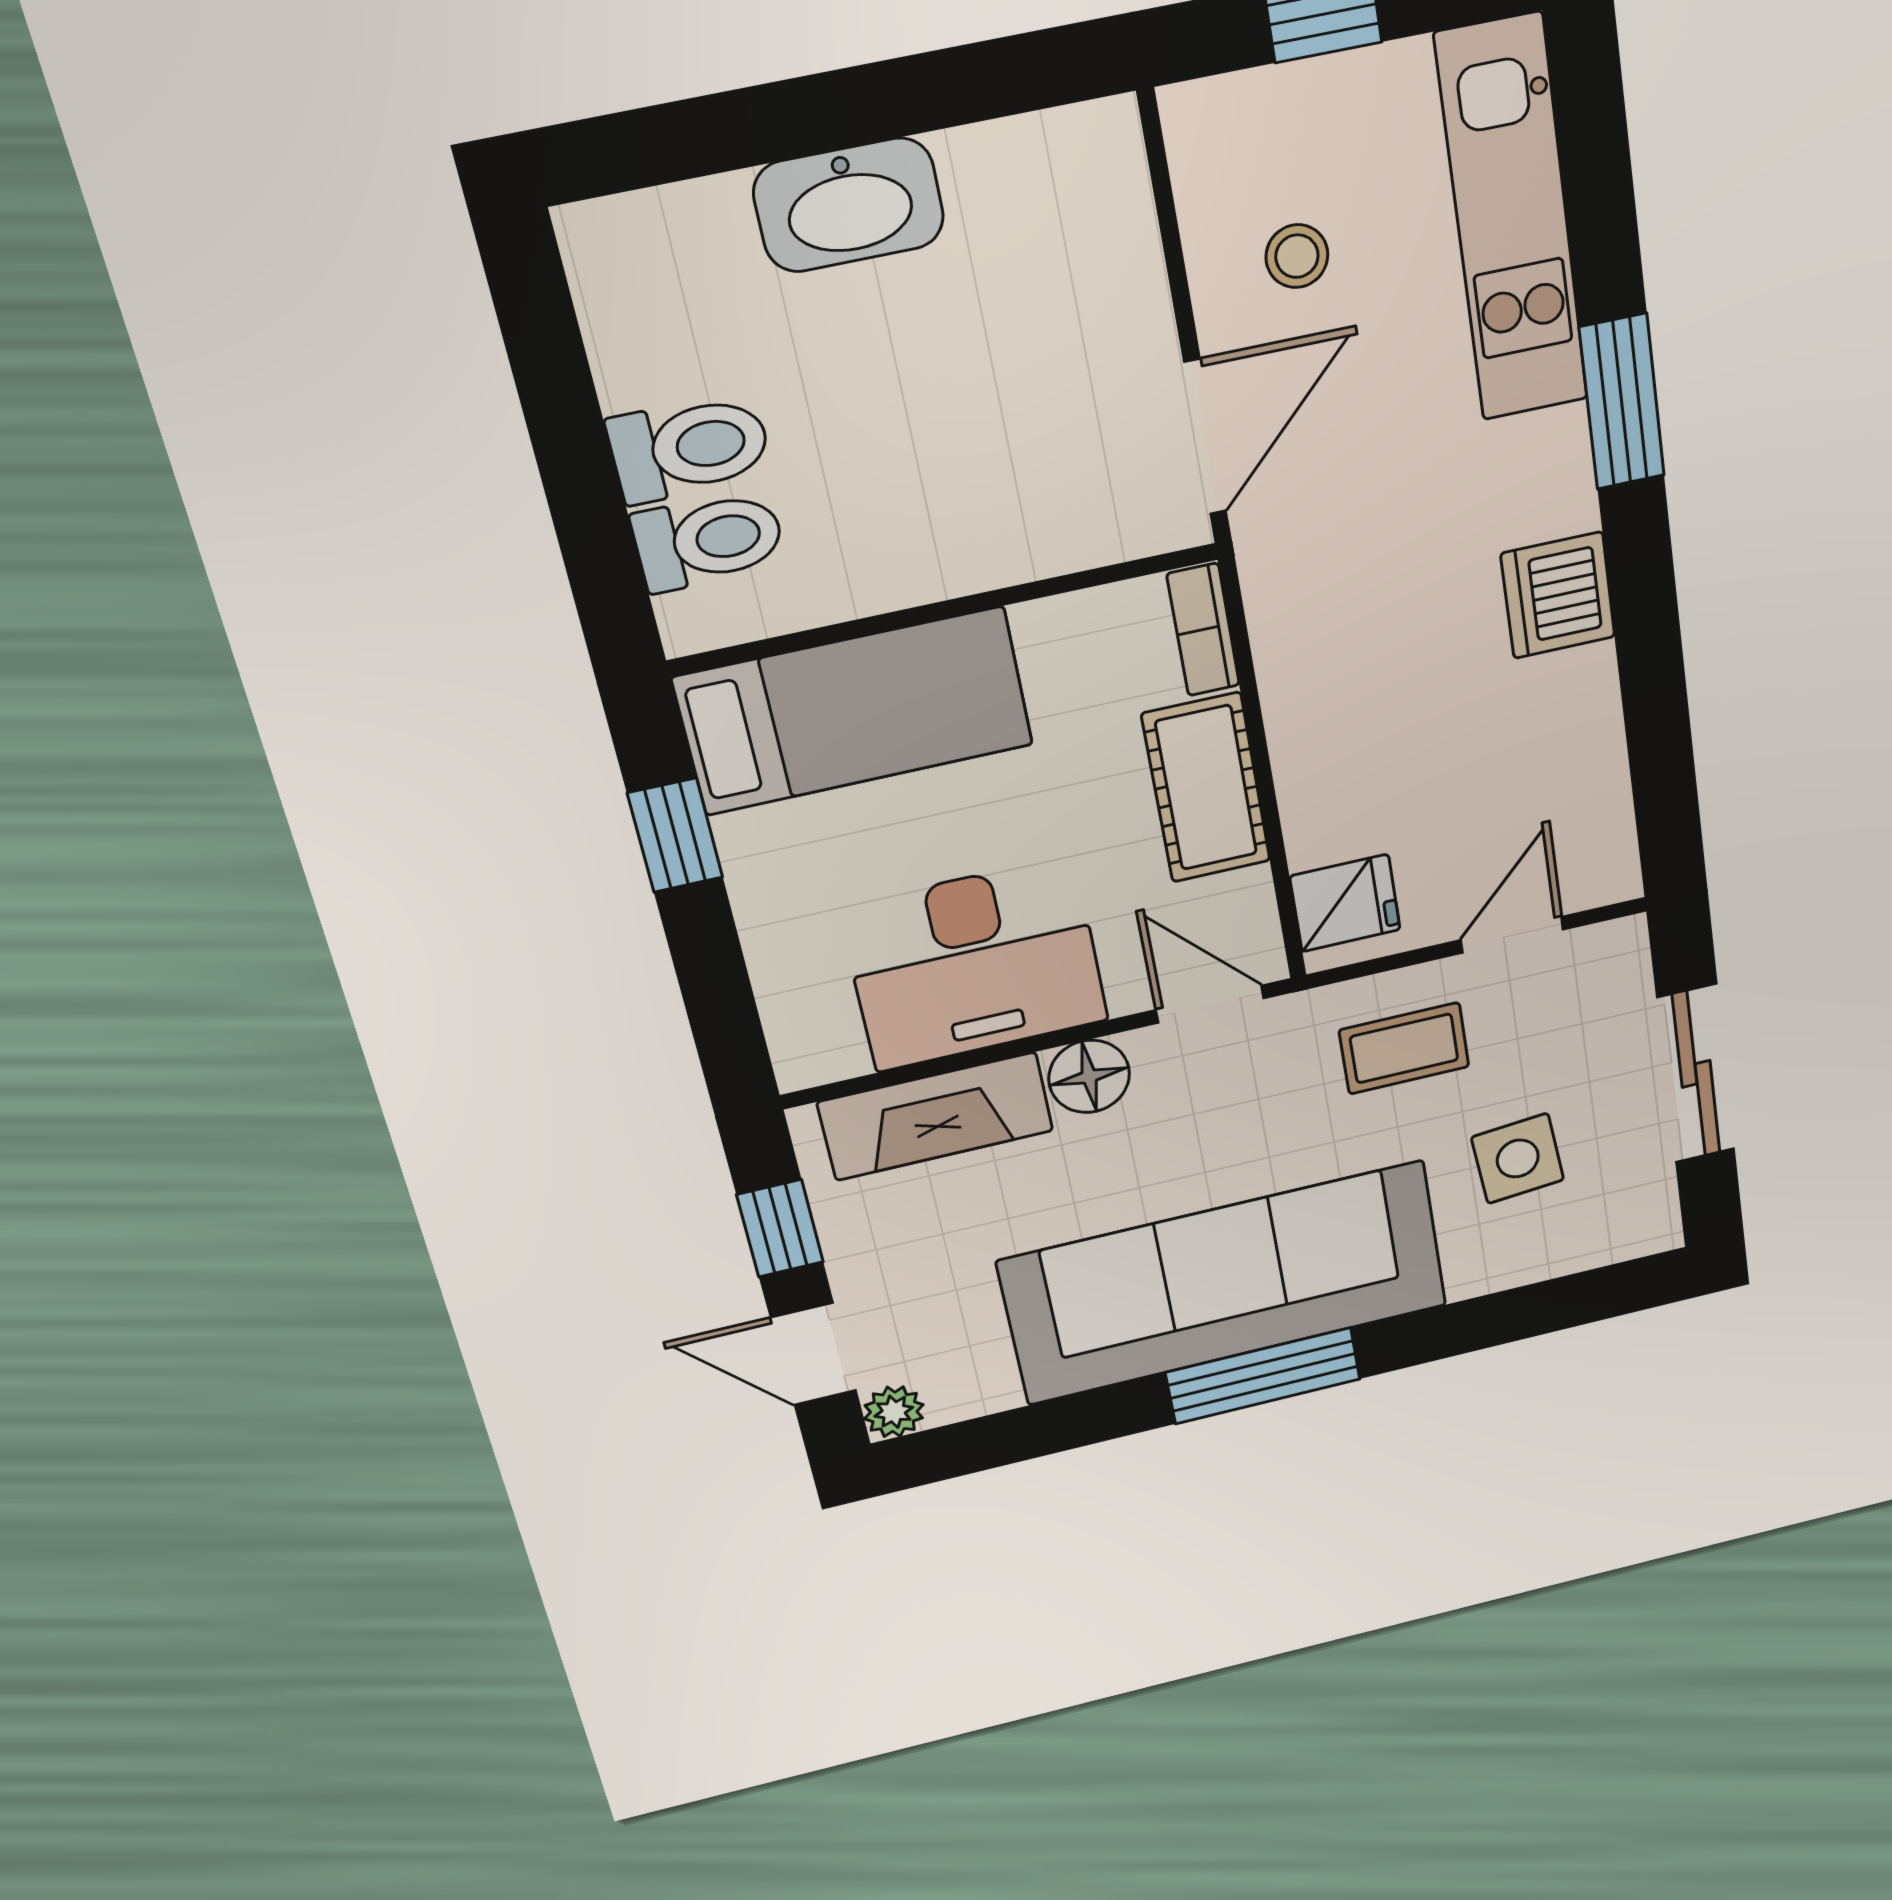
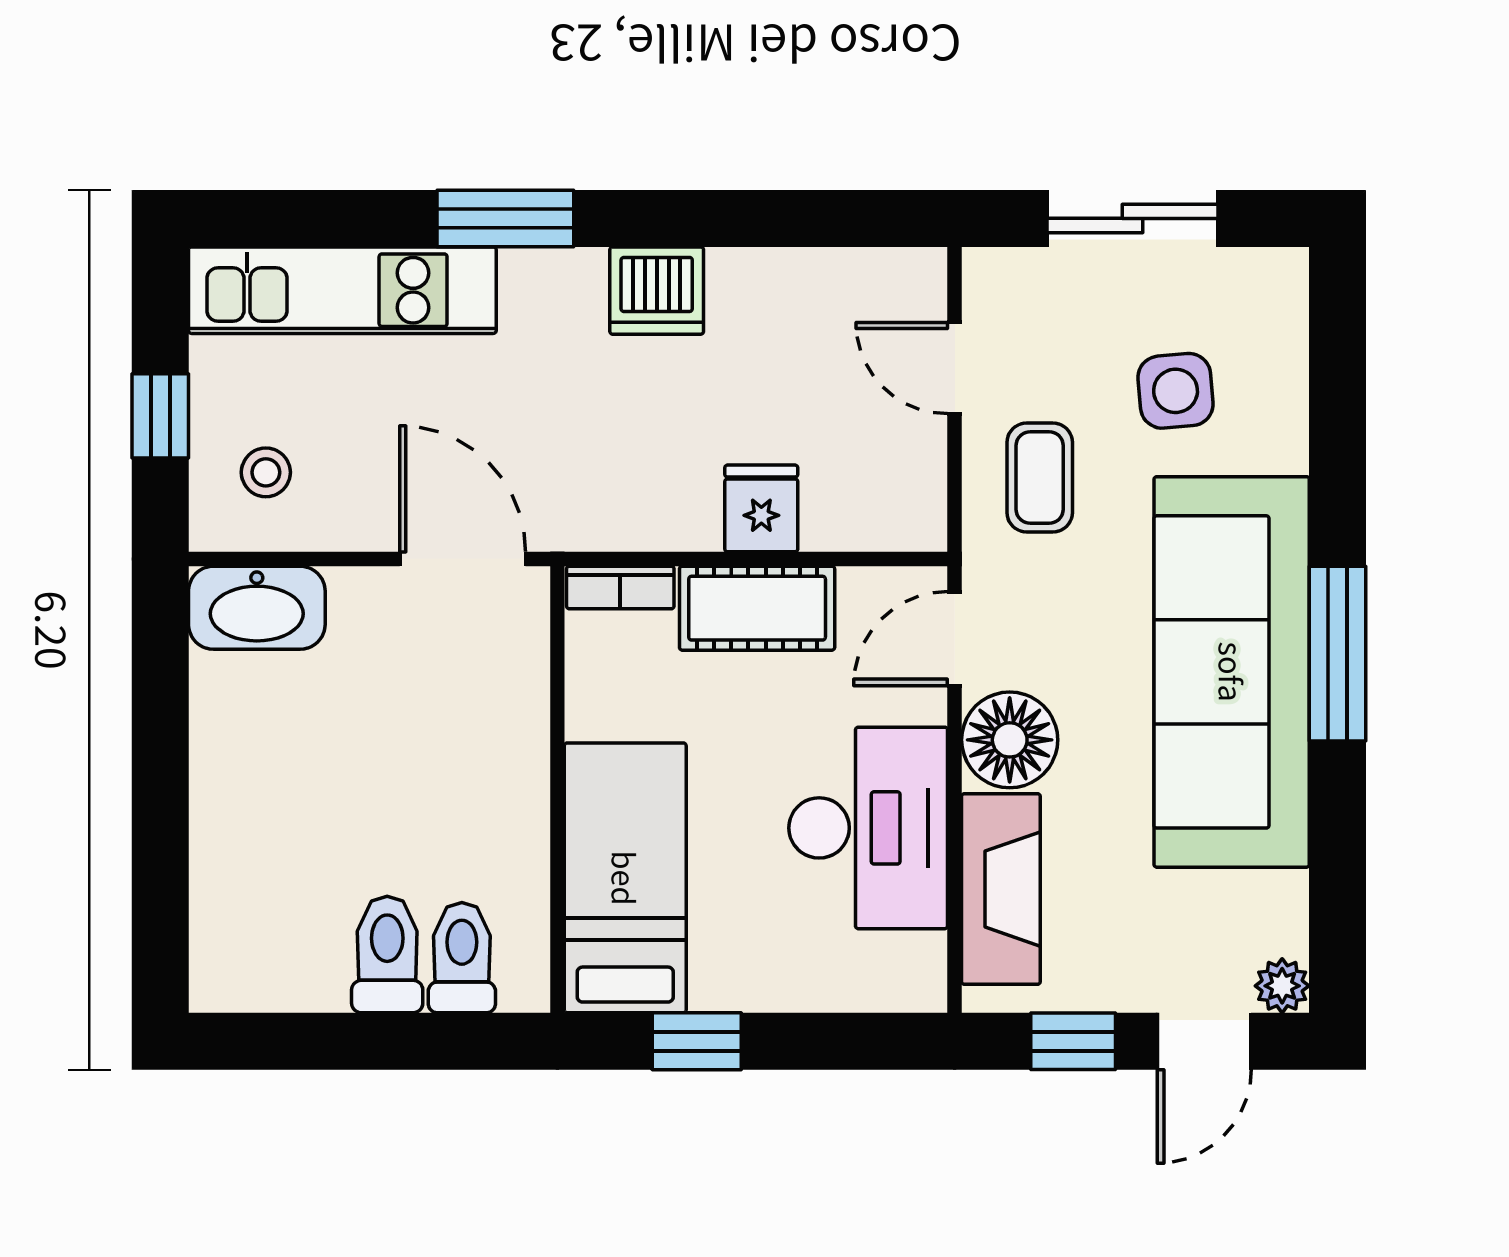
washbasin: (849, 205) -> (257, 608), moved, turned 90
stool: (1297, 256) -> (266, 472), moved
fridge: (1345, 903) -> (761, 508), moved
floor lamp: (1089, 1076) -> (1010, 740), width x1.38, depth x1.38

